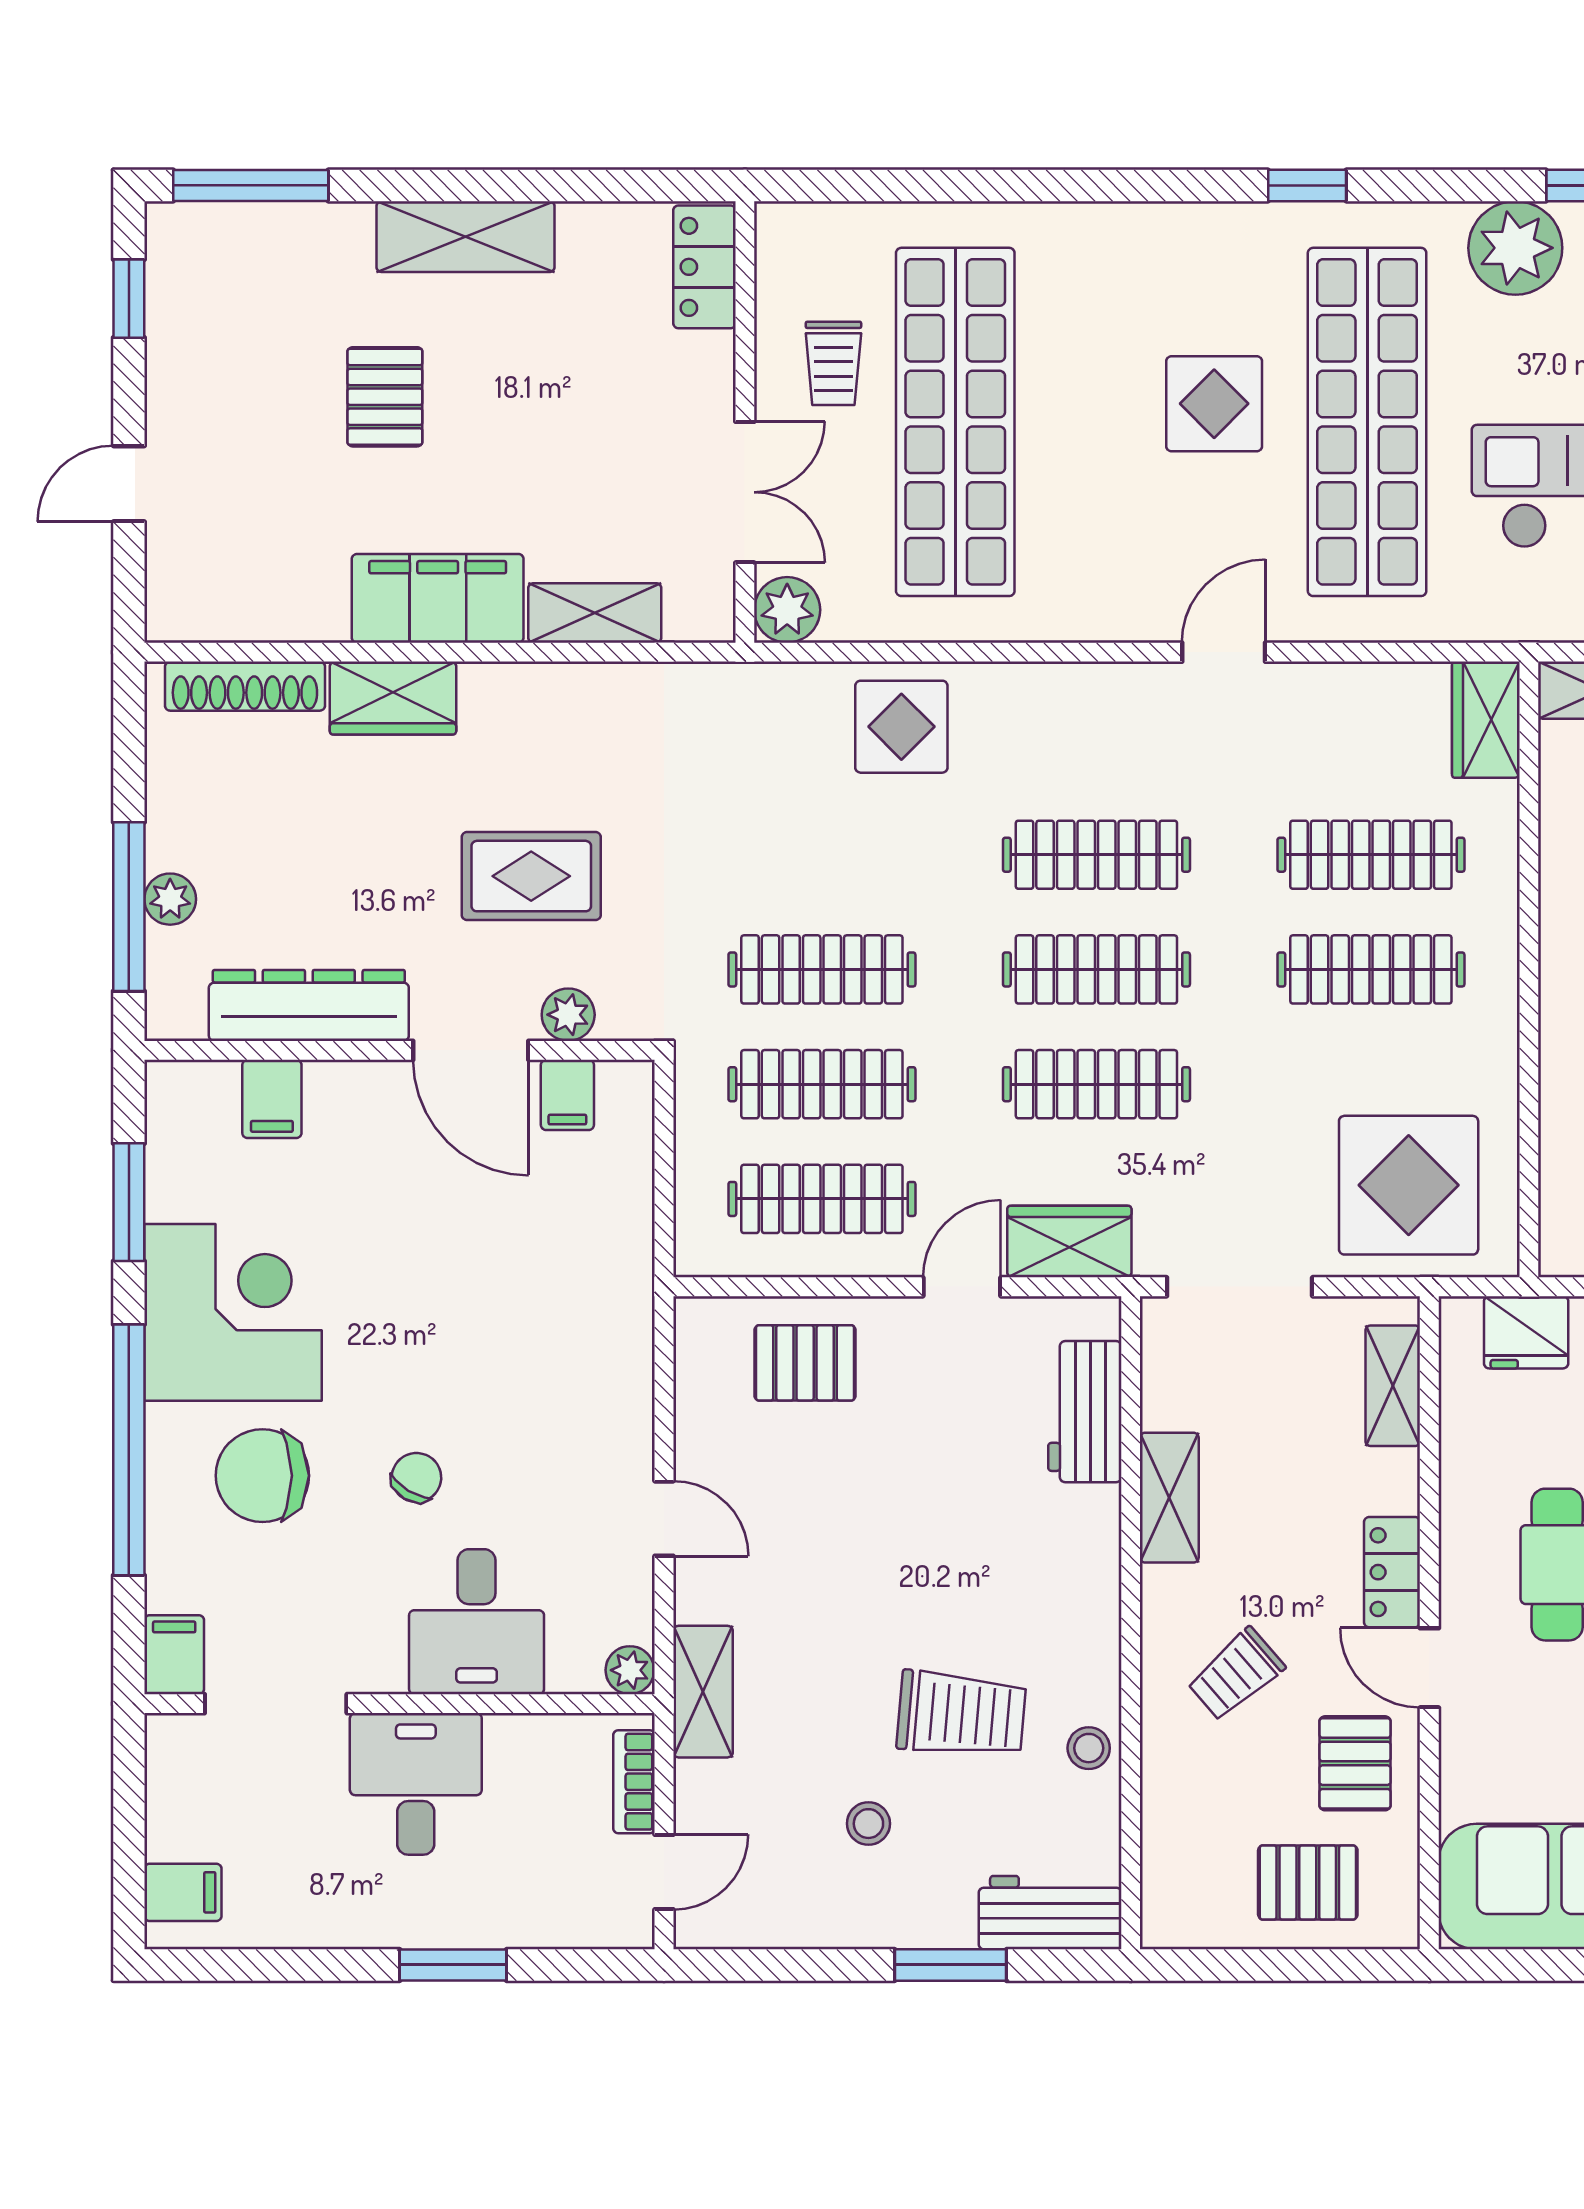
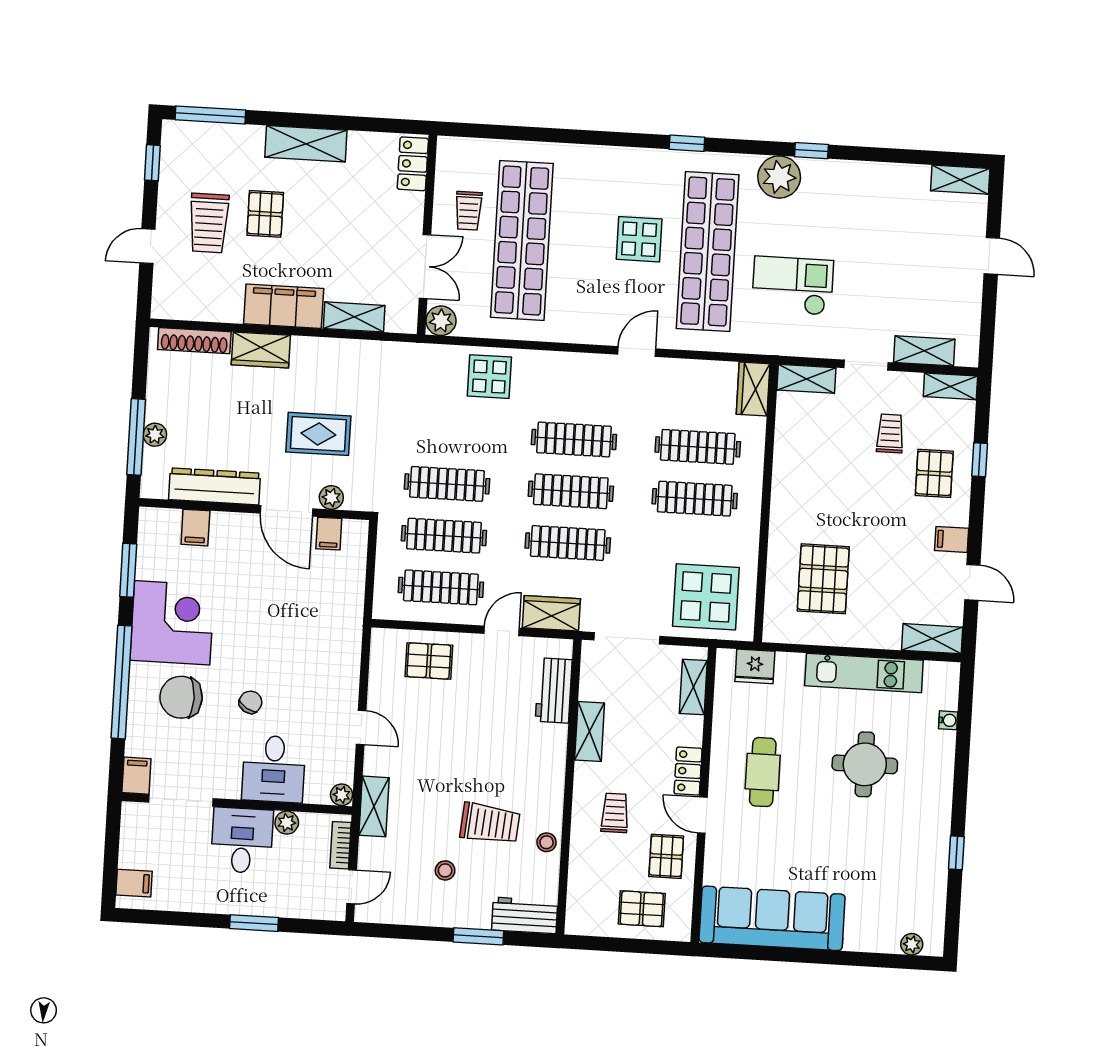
trolley: (261, 424) -> (209, 223), added
trolley: (1236, 1674) -> (615, 813), turned 131
plant: (512, 1739) -> (287, 823), added

